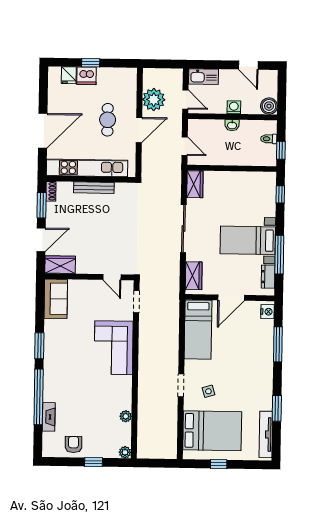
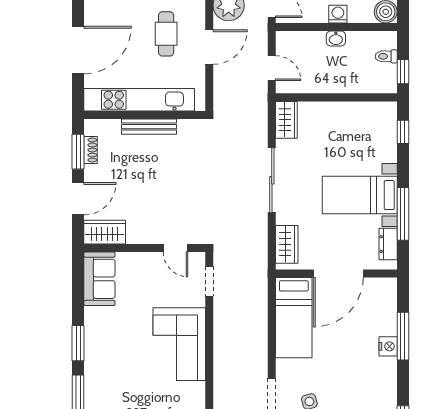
shoe rack: (51, 191) -> (91, 150), moved
door: (231, 298) -> (338, 273), width x1.36
nightstand: (267, 312) -> (388, 346), moved

